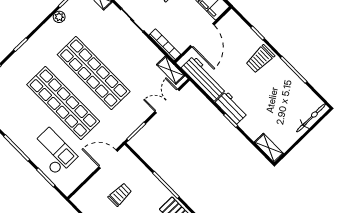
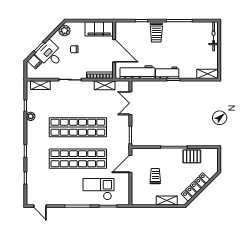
shelving: (171, 70) -> (105, 85), moved

